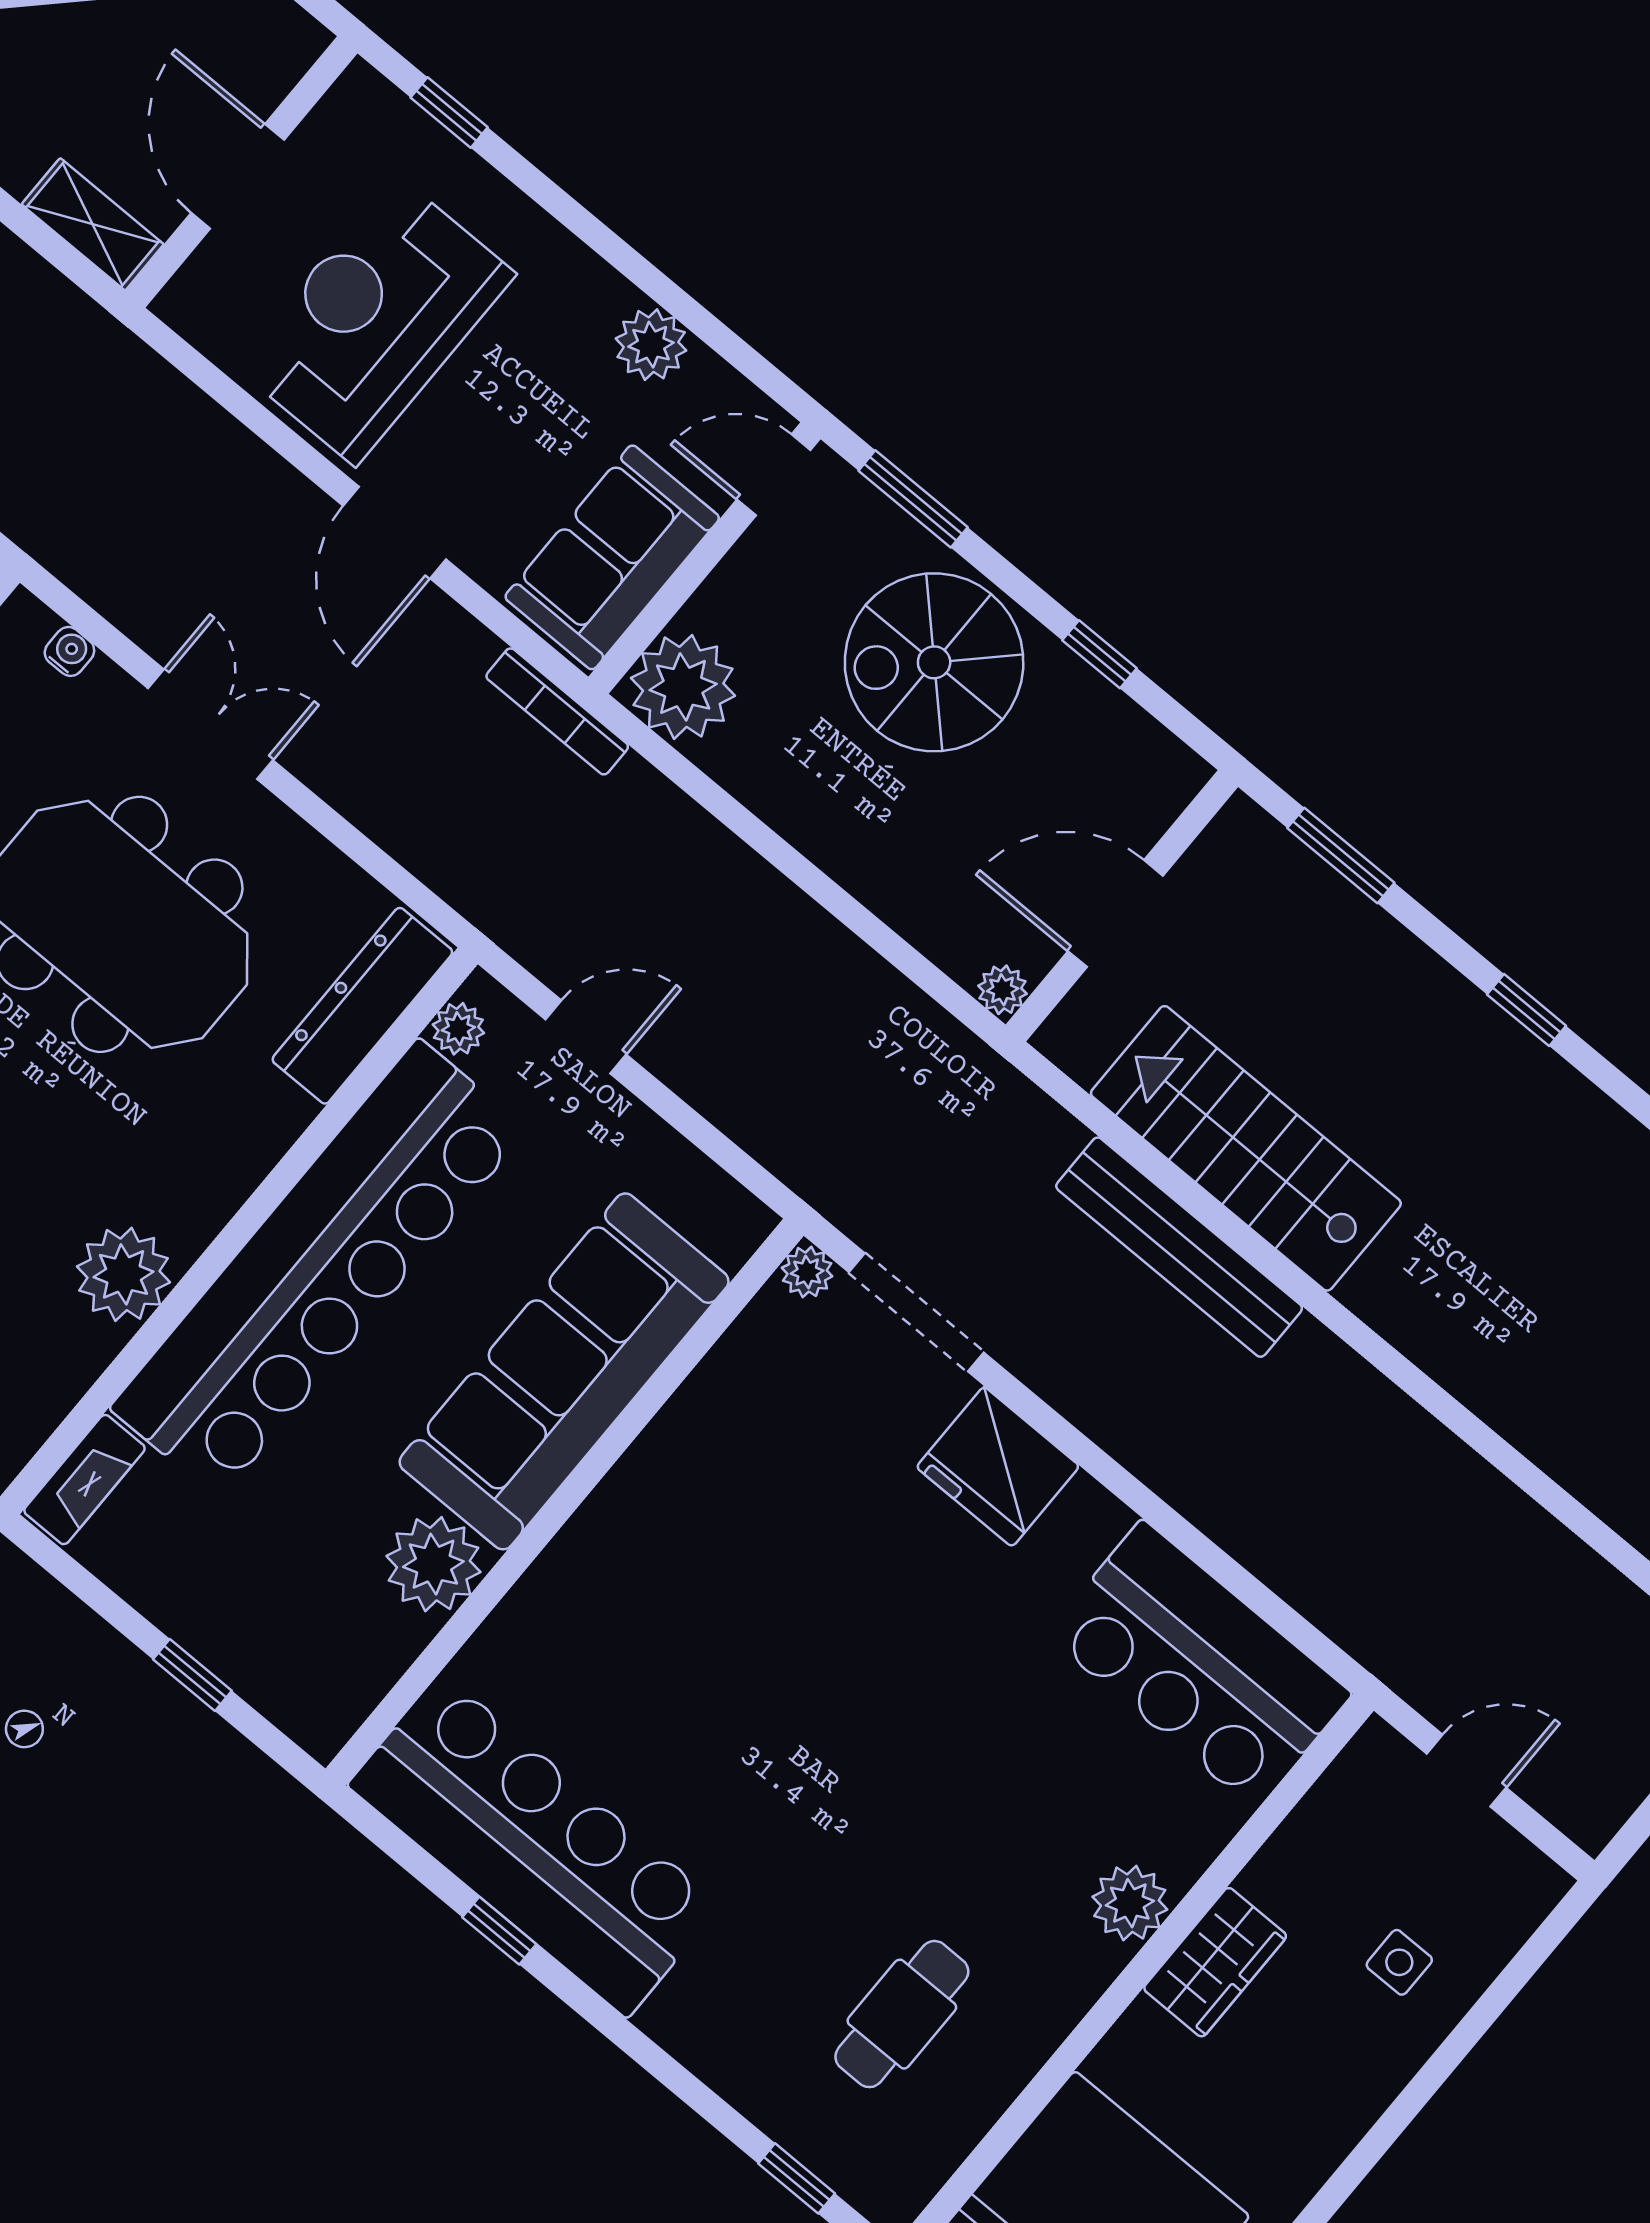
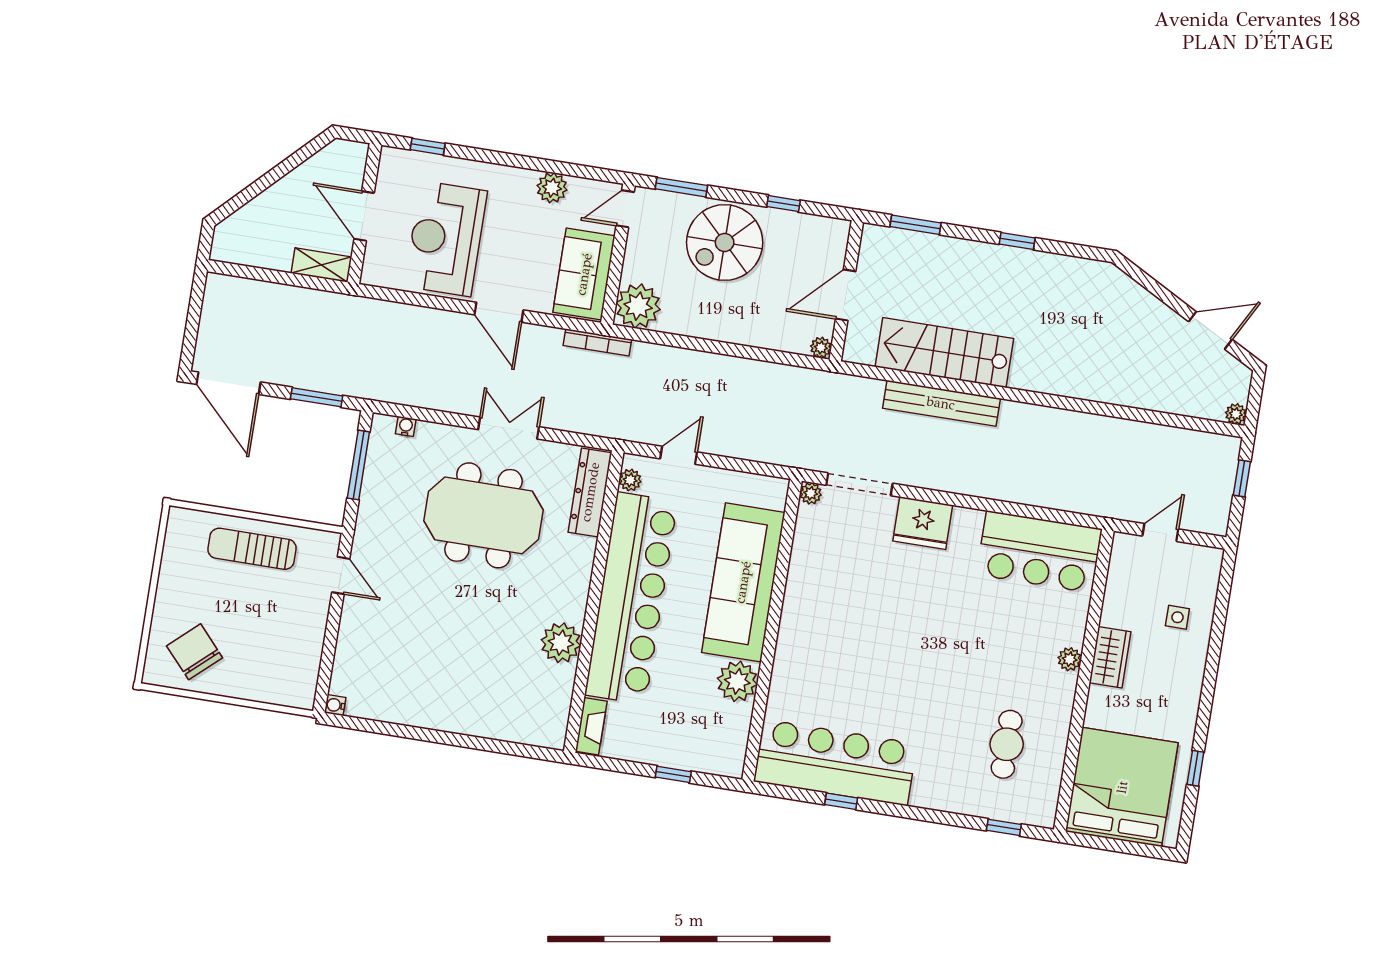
double door: (211, 724) -> (509, 428), moved
plant: (1130, 1903) -> (1070, 659), width x0.73, depth x0.73

